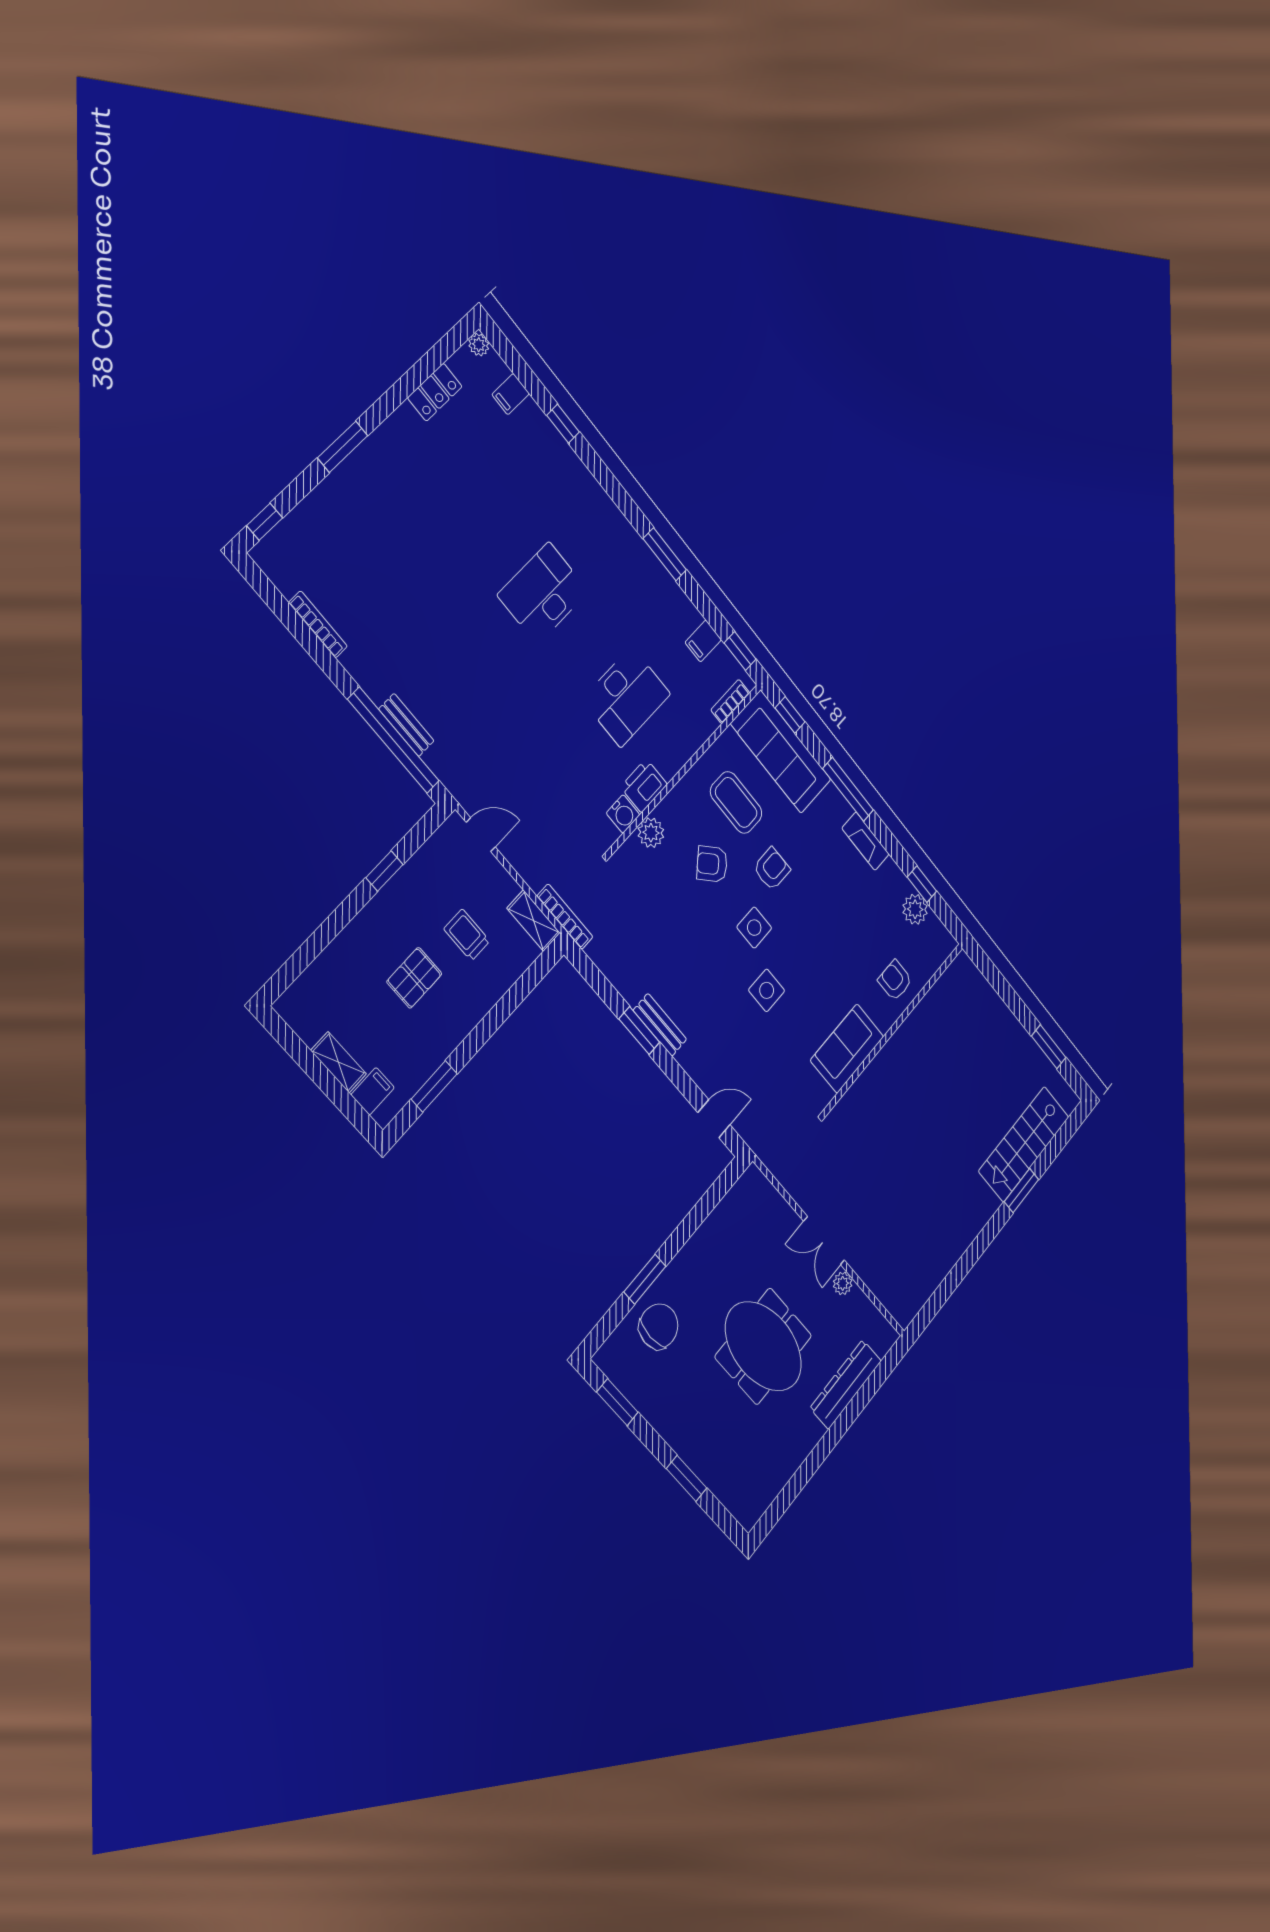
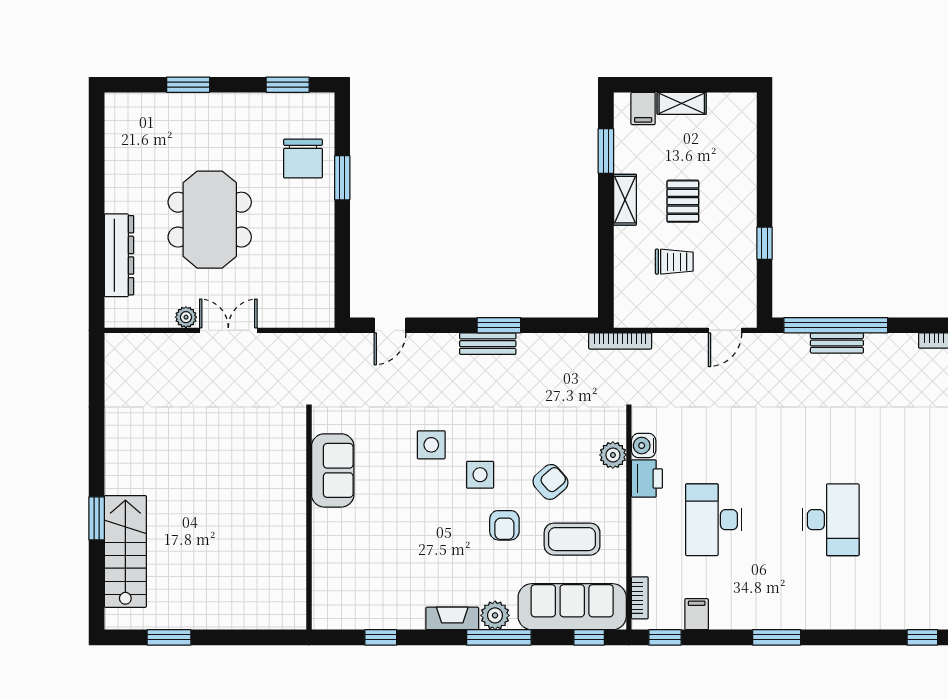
plant: (915, 909) -> (495, 615), moved
shelving: (534, 921) -> (625, 200), moved, turned 90
armchair: (895, 980) -> (339, 553), removed
meeting table: (763, 1346) -> (210, 220), turned 90

